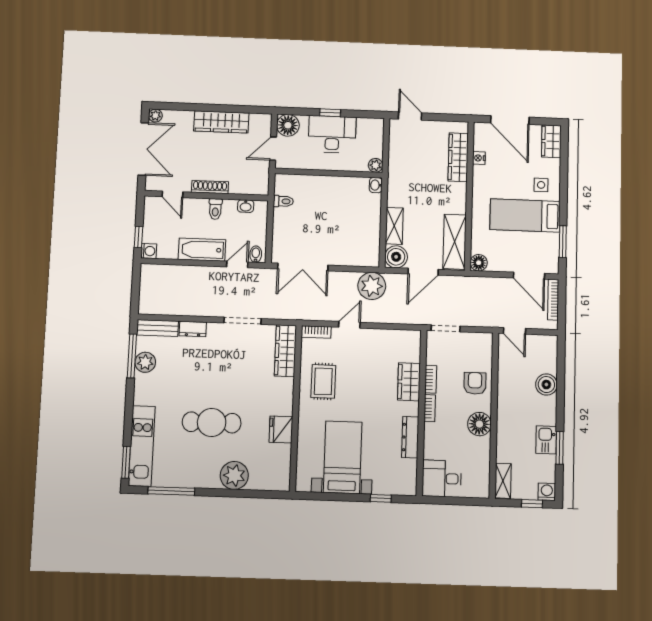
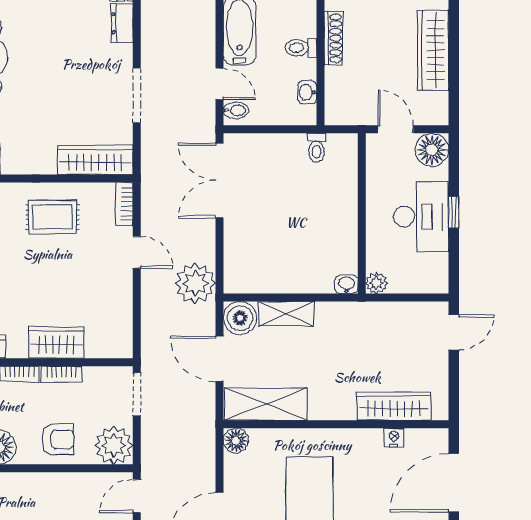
plant: (480, 345) -> (114, 445), added

